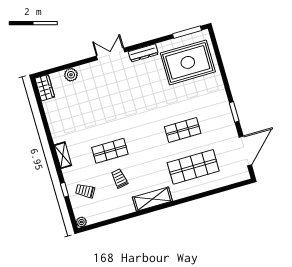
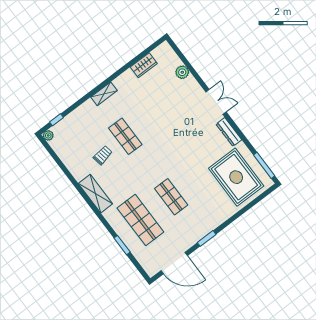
wardrobe: (45, 88) -> (144, 65), moved
window: (64, 190) -> (56, 120), moved
trolley: (85, 191) -> (79, 128), removed
window: (210, 193) -> (122, 245), added

